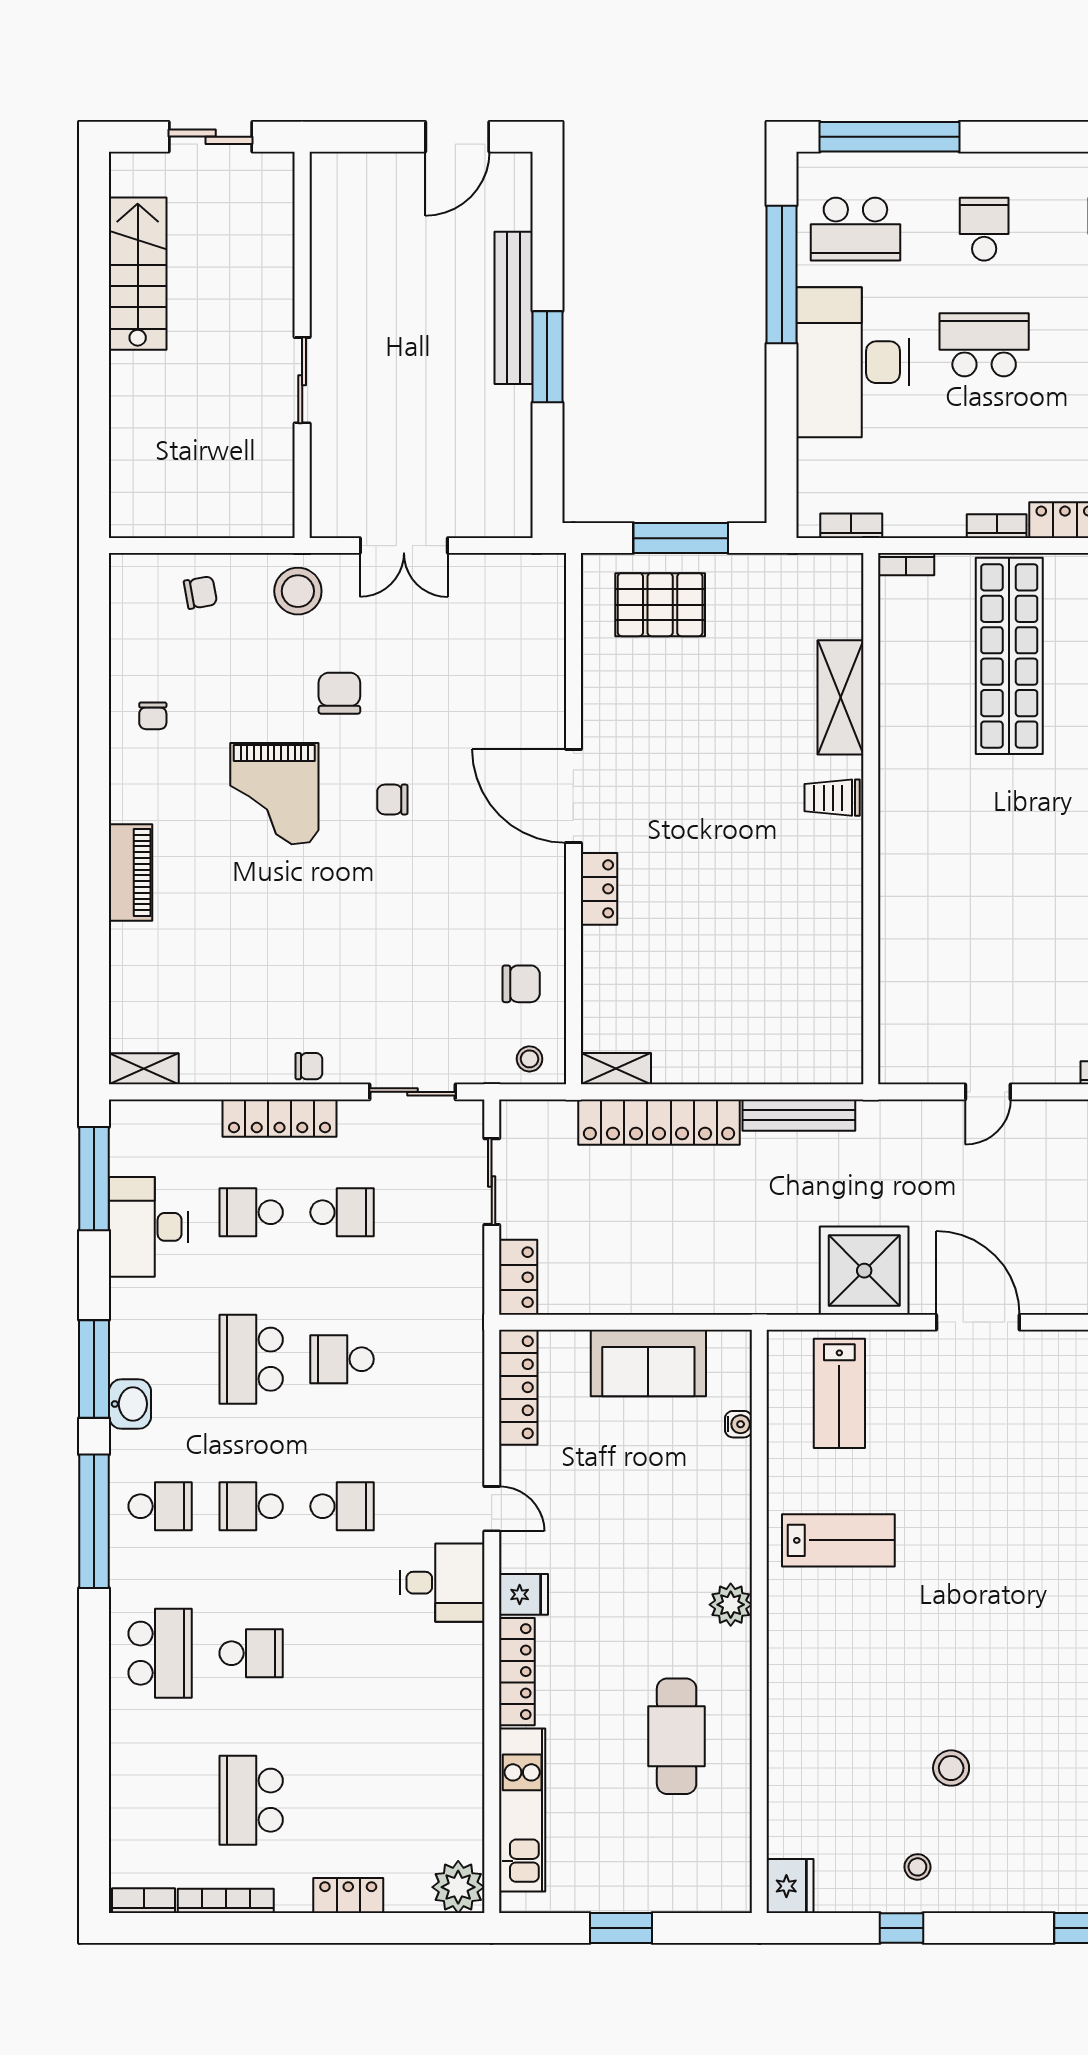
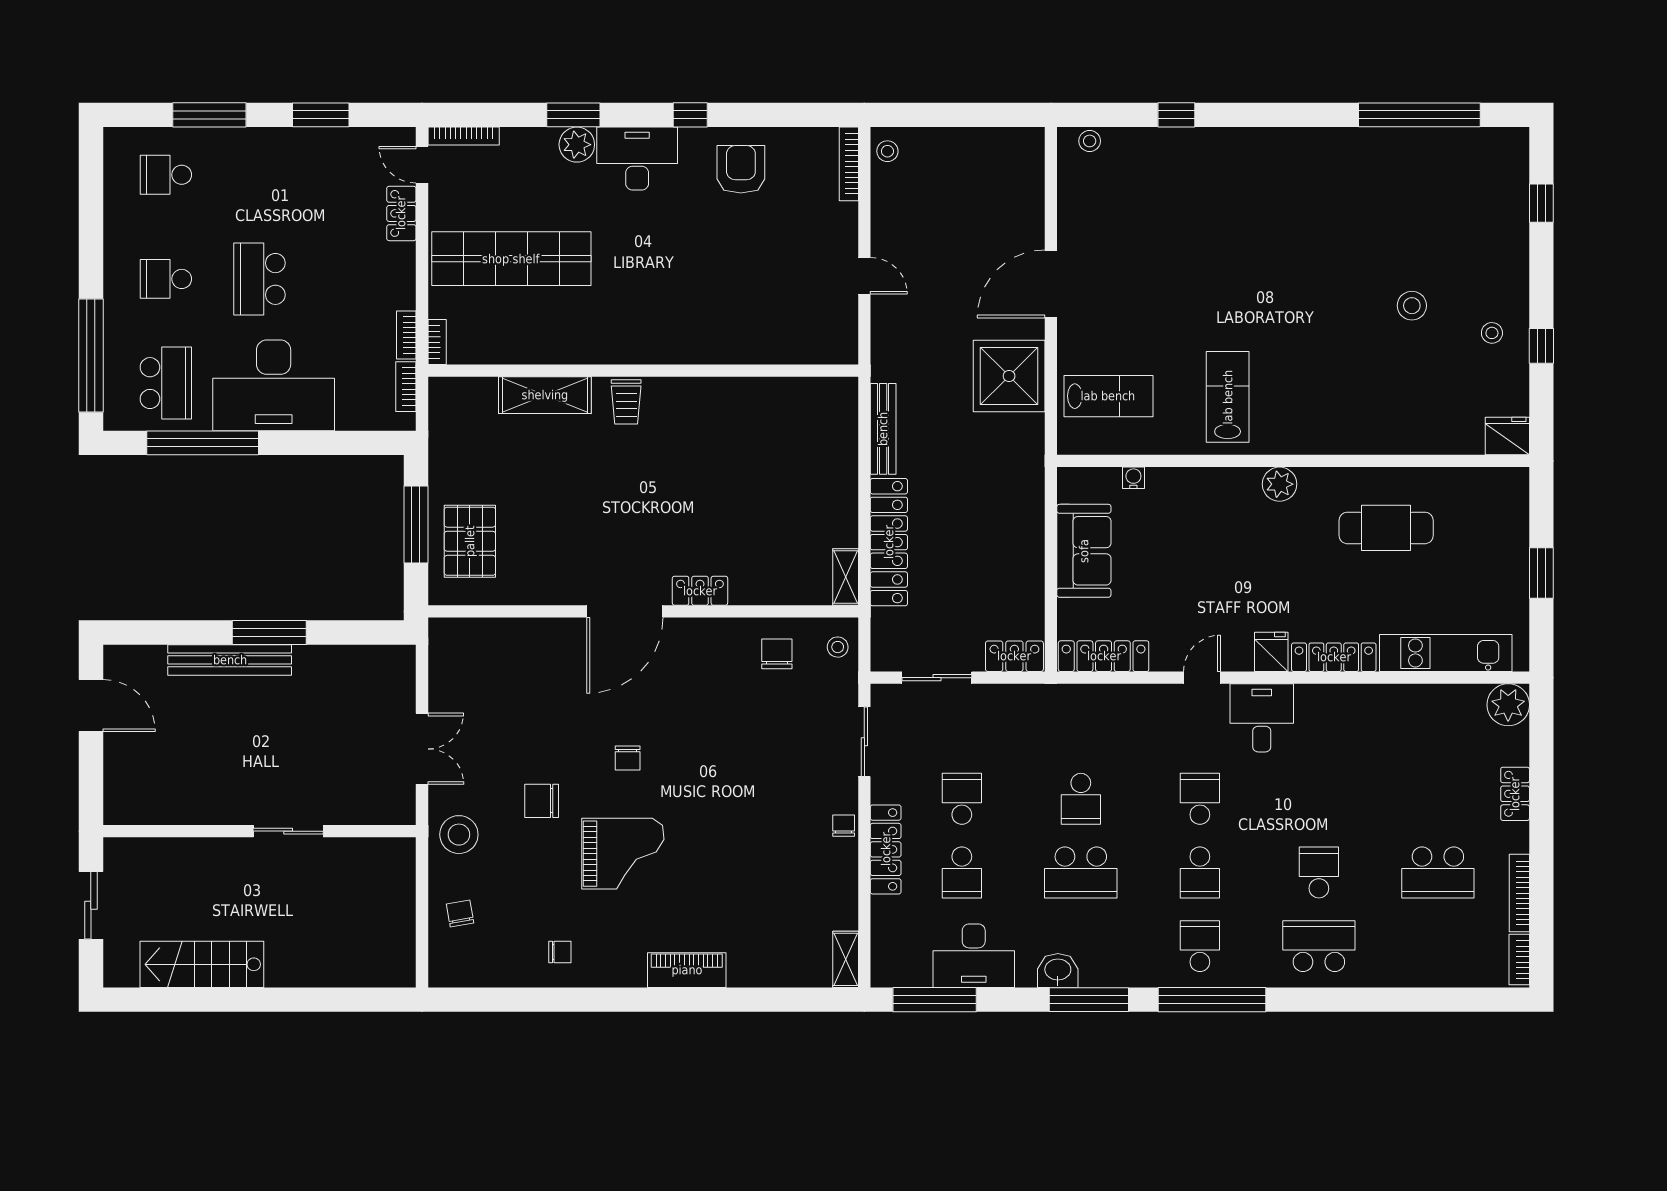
bookcase: (997, 526) -> (406, 335), moved
washbasin: (130, 1404) -> (1058, 971), moved

